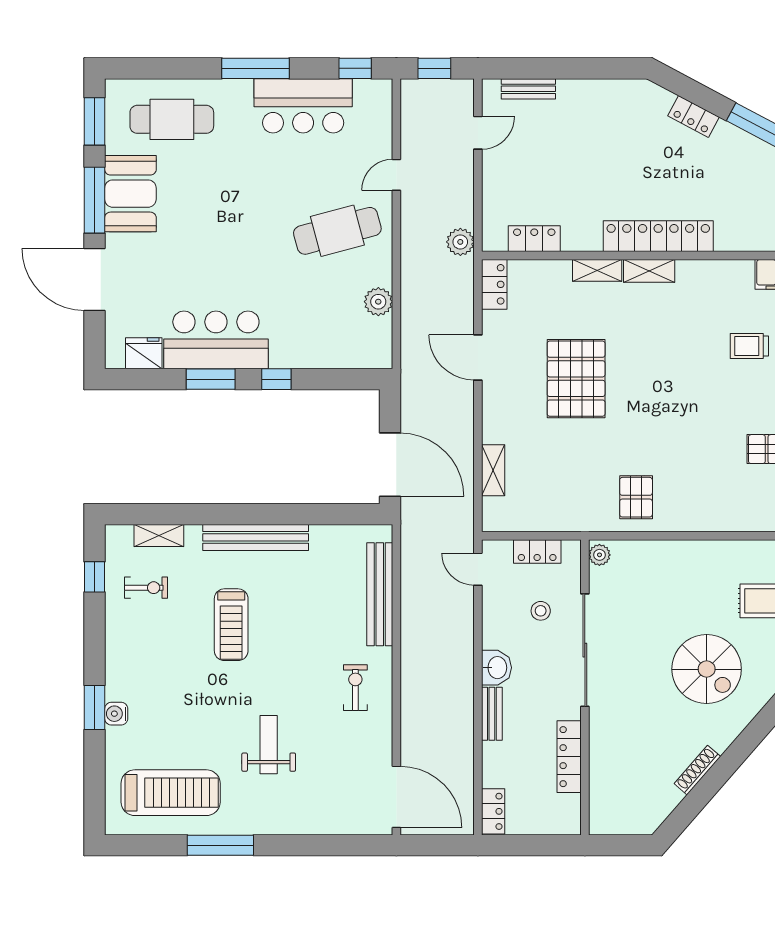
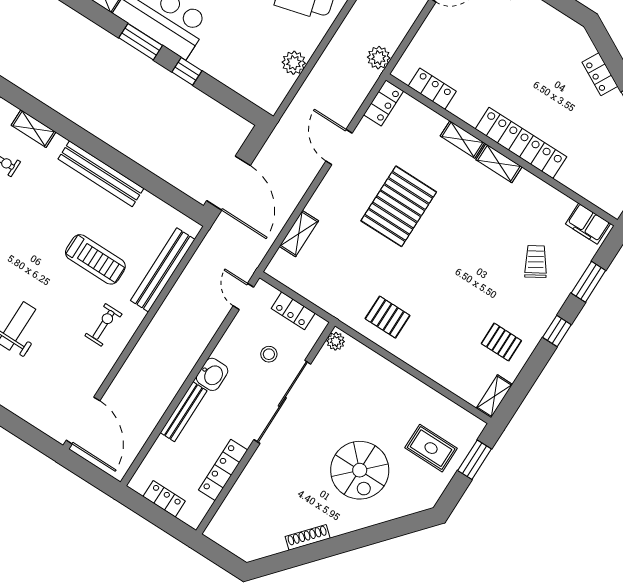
trolley: (749, 346) -> (536, 262), turned 59
pallet: (636, 497) -> (387, 317), turned 90
treadmill: (231, 625) -> (95, 259), moved, turned -90
bench: (492, 714) -> (184, 412), width x1.36
locker: (493, 811) -> (164, 499), moved, turned -90

